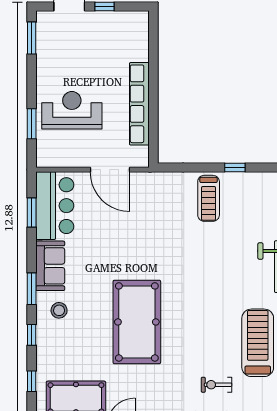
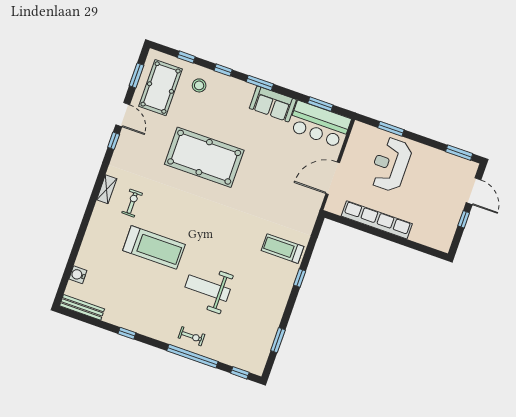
reception desk: (72, 110) -> (390, 164), turned 180
stool: (59, 310) -> (199, 85), moved

